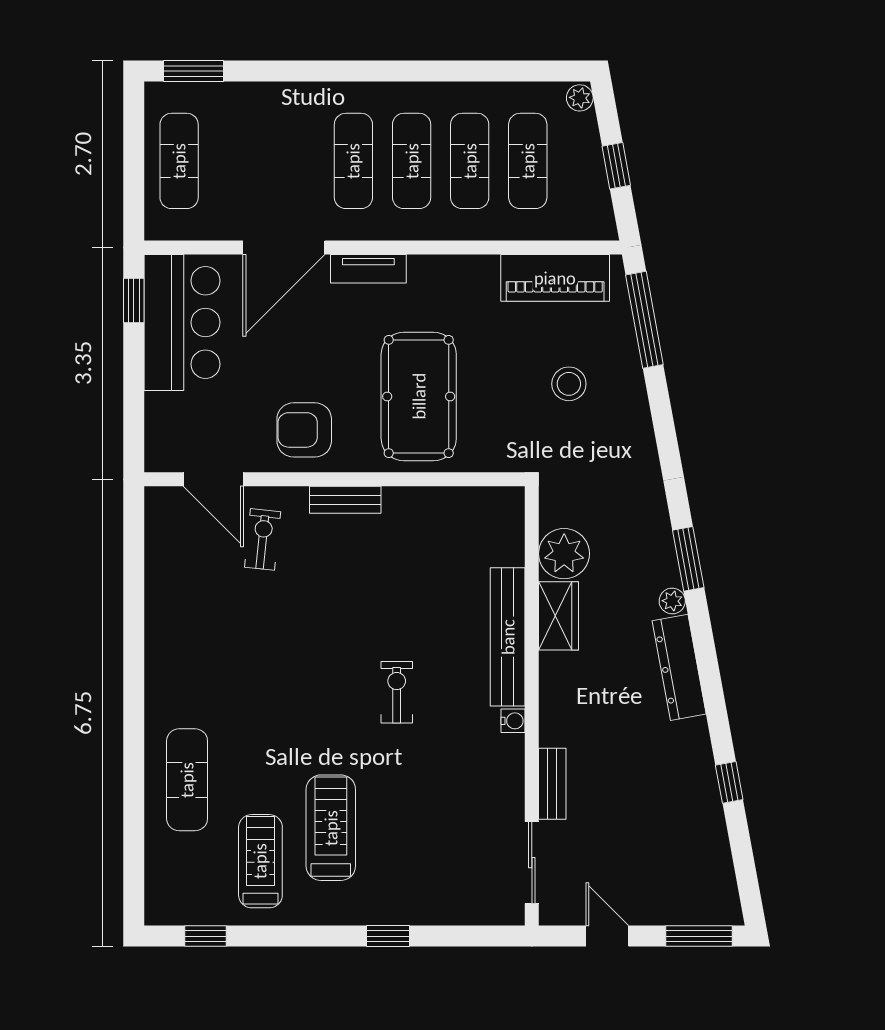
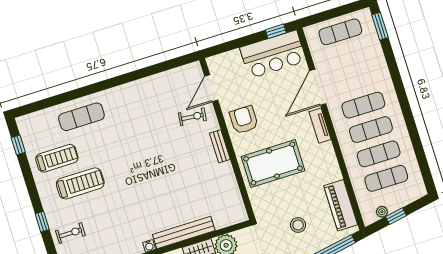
plant: (580, 98) -> (382, 212), moved
door: (284, 247) -> (318, 87), hinge flipped
exercise bike: (397, 692) -> (70, 233), moved

